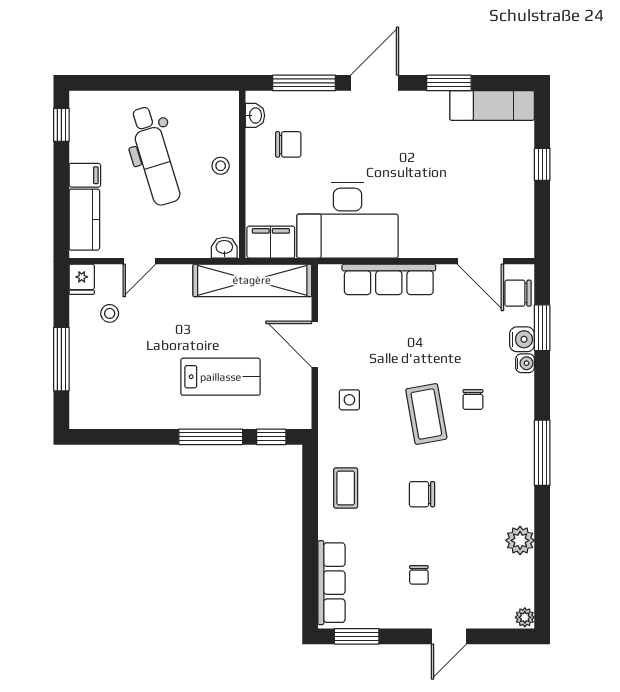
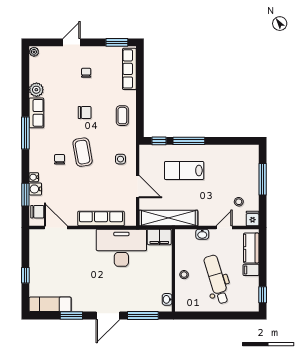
chair: (288, 144) -> (151, 285), removed
washbasin: (224, 248) -> (202, 234), moved
row of seats: (520, 494) -> (36, 113), added

